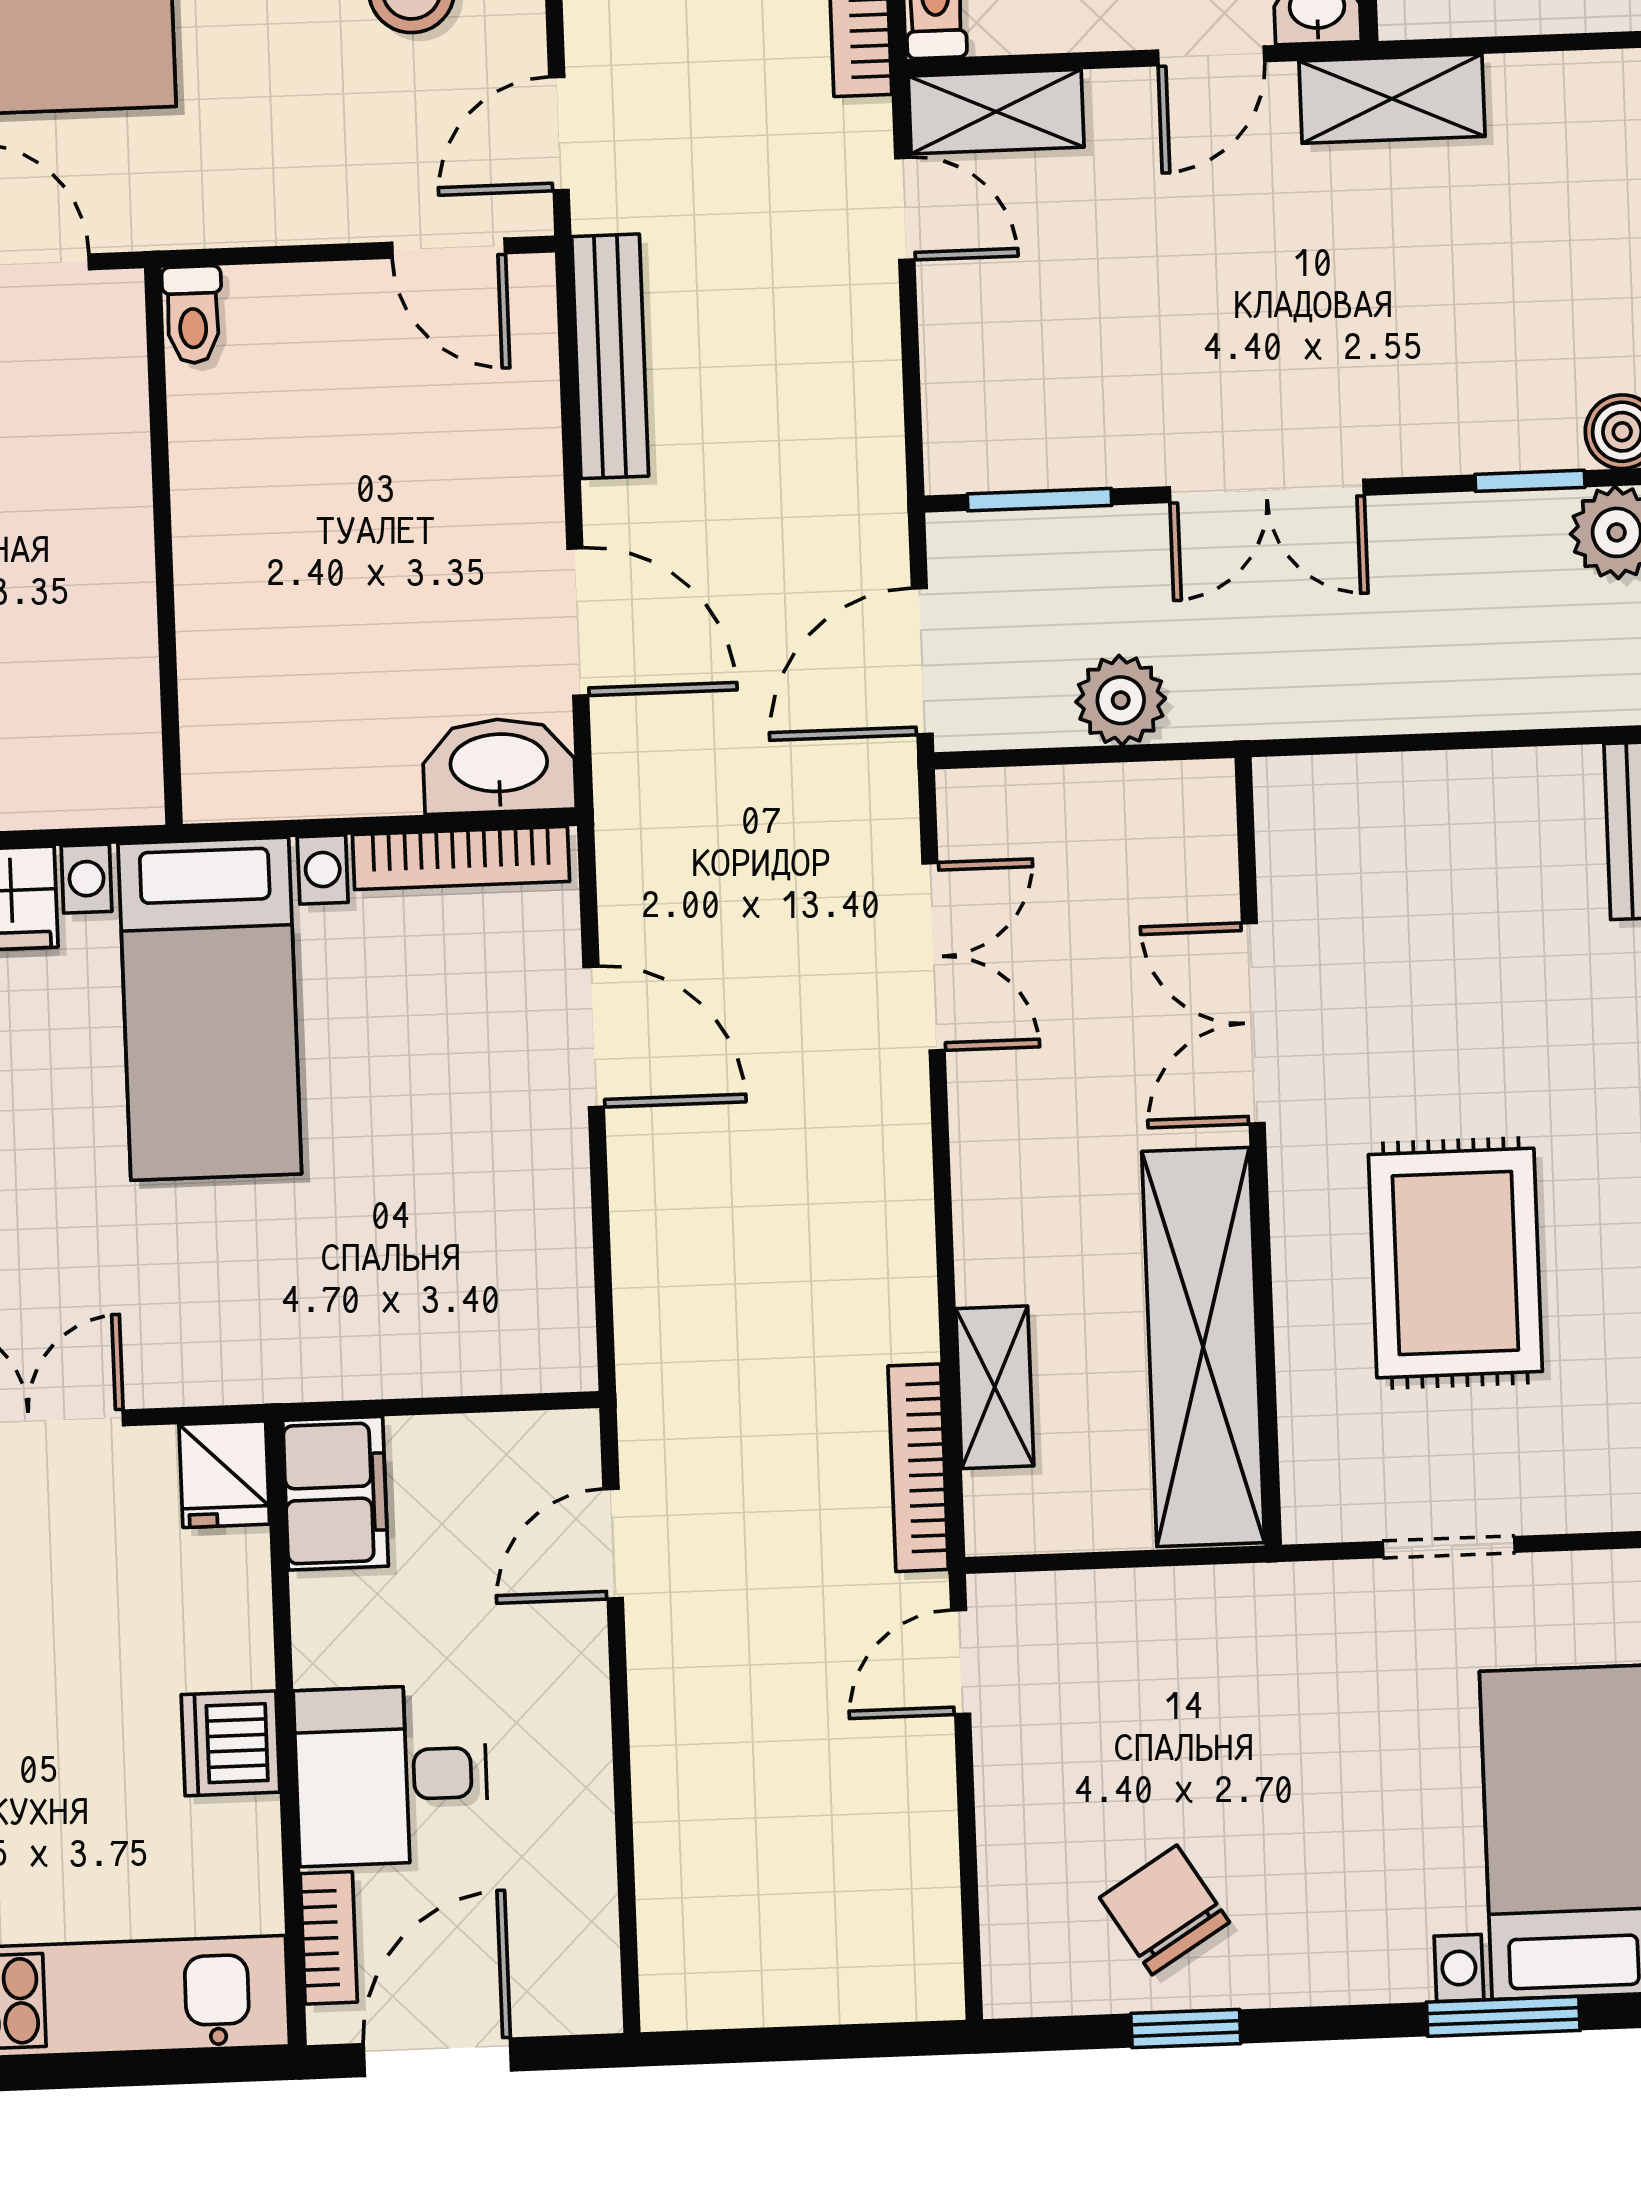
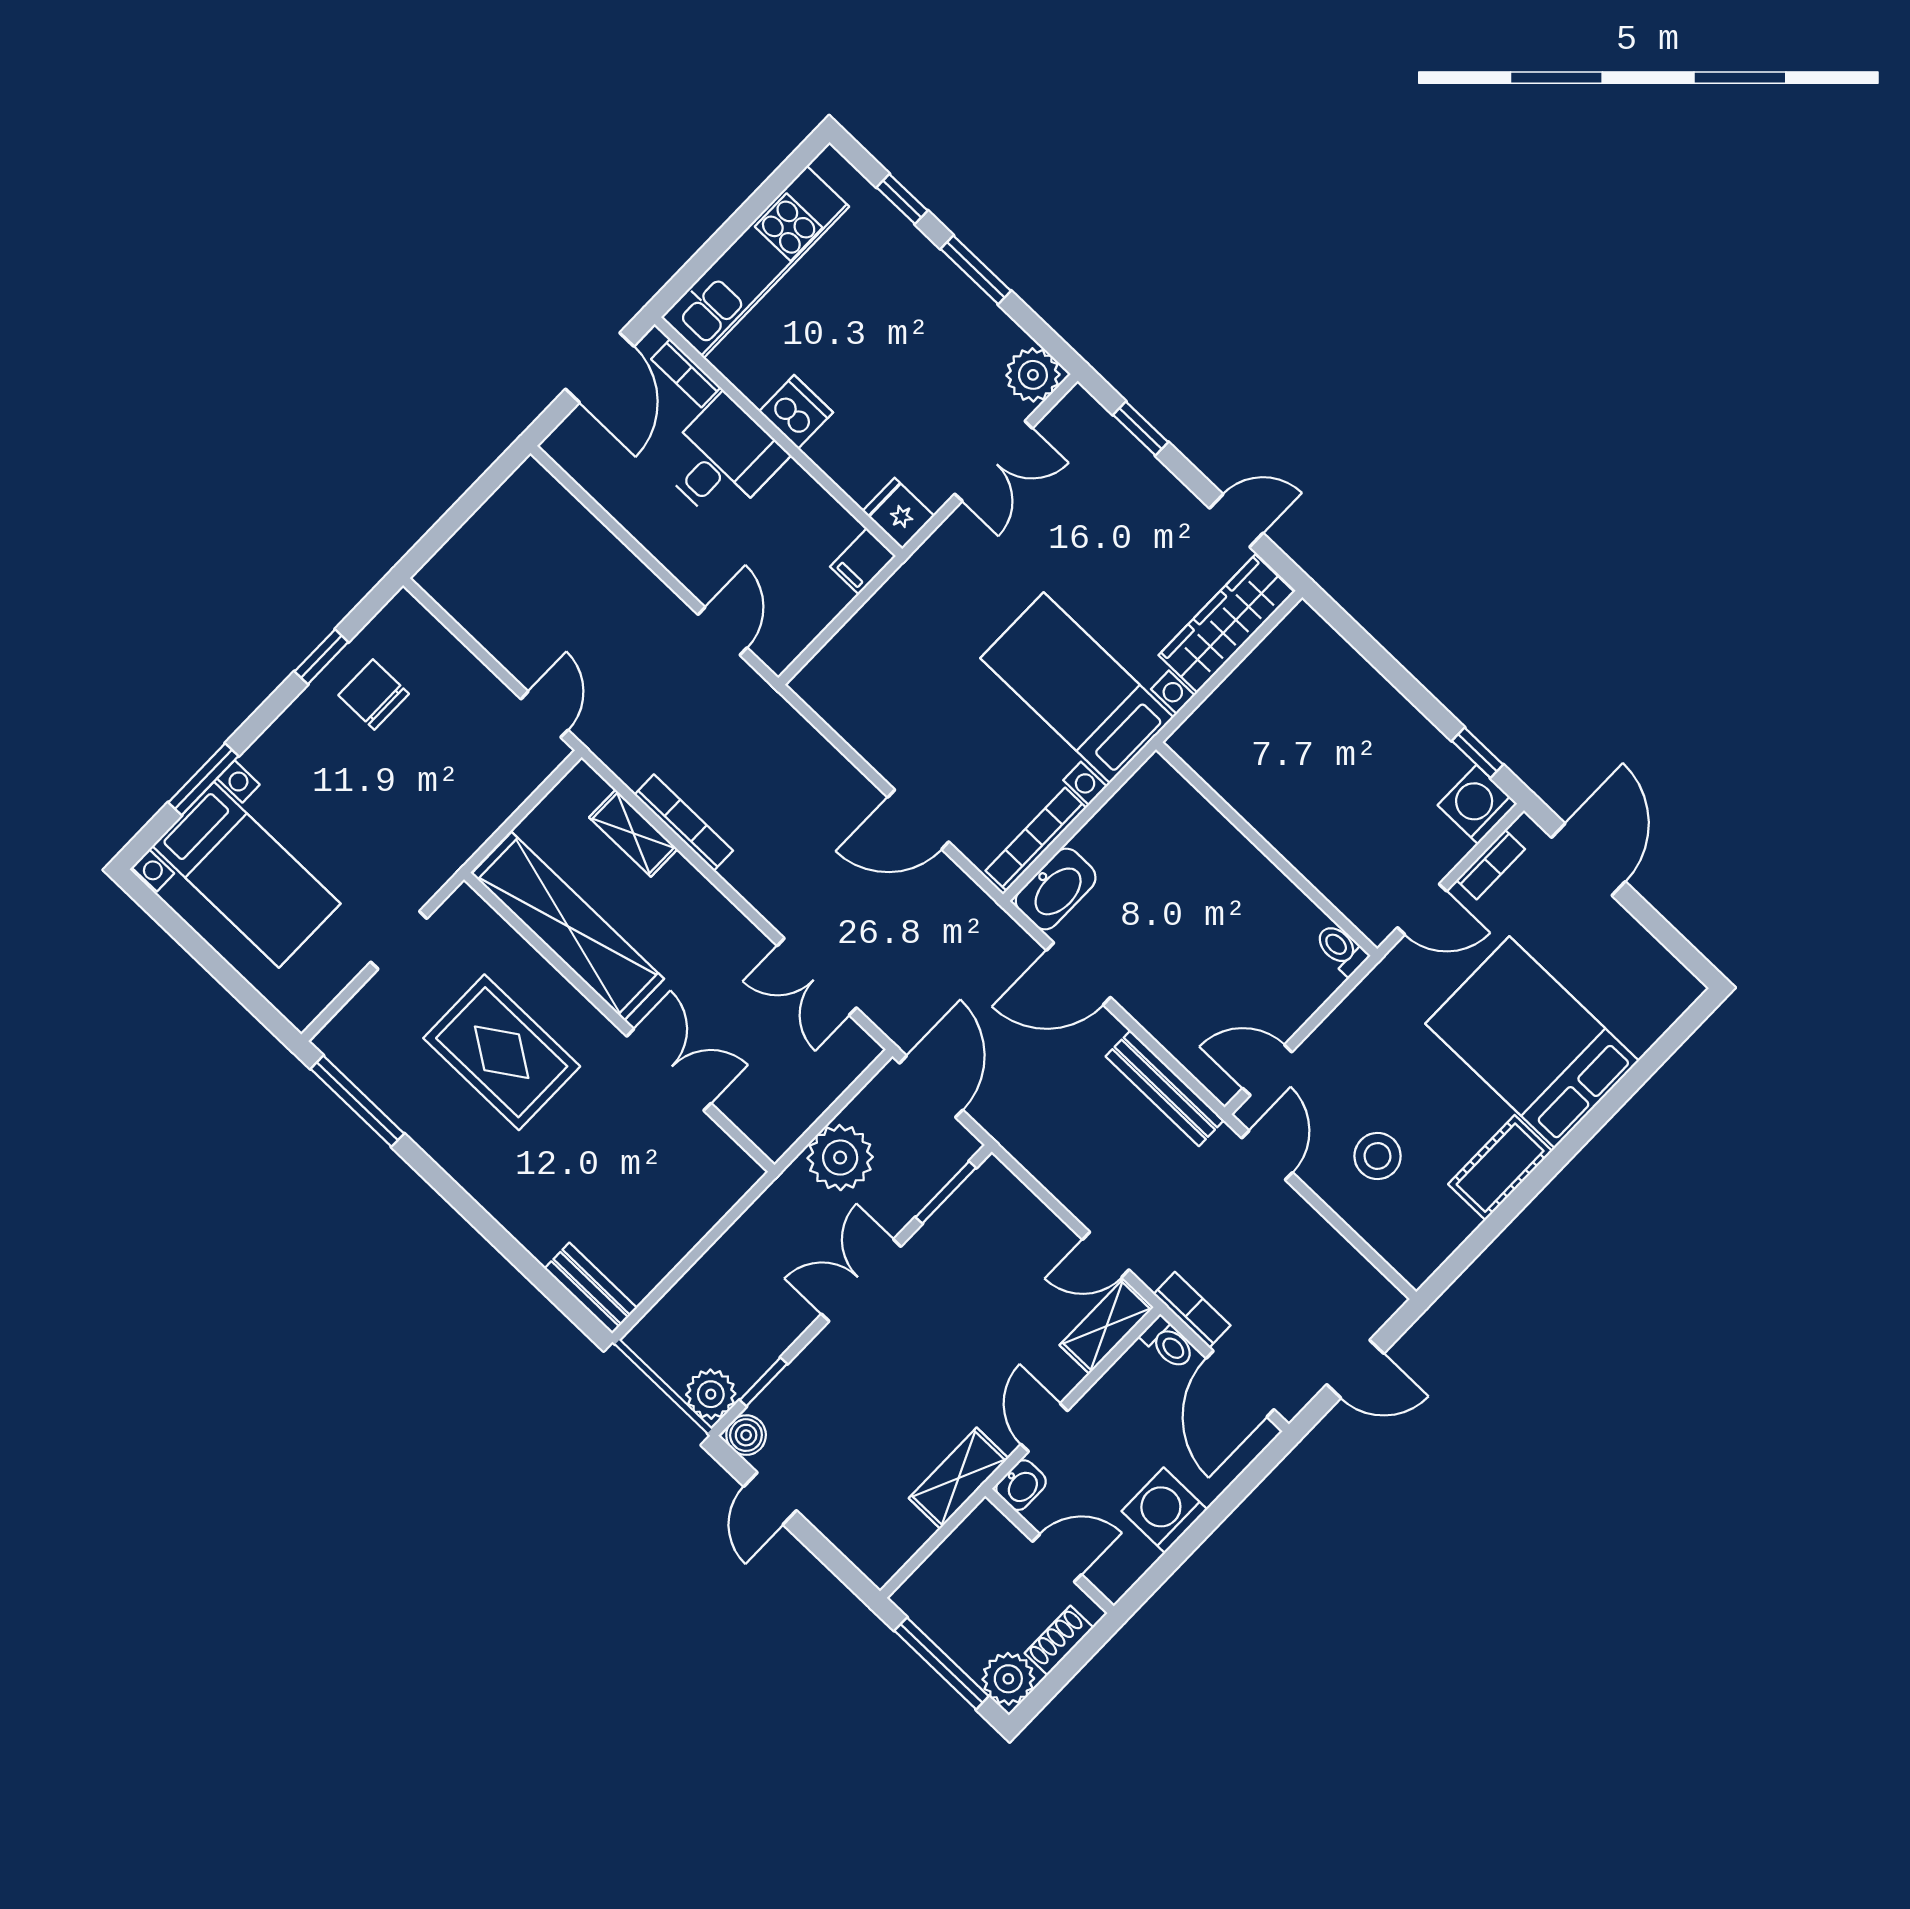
plant: (1121, 700) -> (840, 1158), width x1.36, depth x1.36
bookcase: (918, 1468) -> (684, 823), moved
filing cabinet: (335, 1493) -> (863, 561), width x0.50
chair: (1164, 1910) -> (374, 695), turned -148

